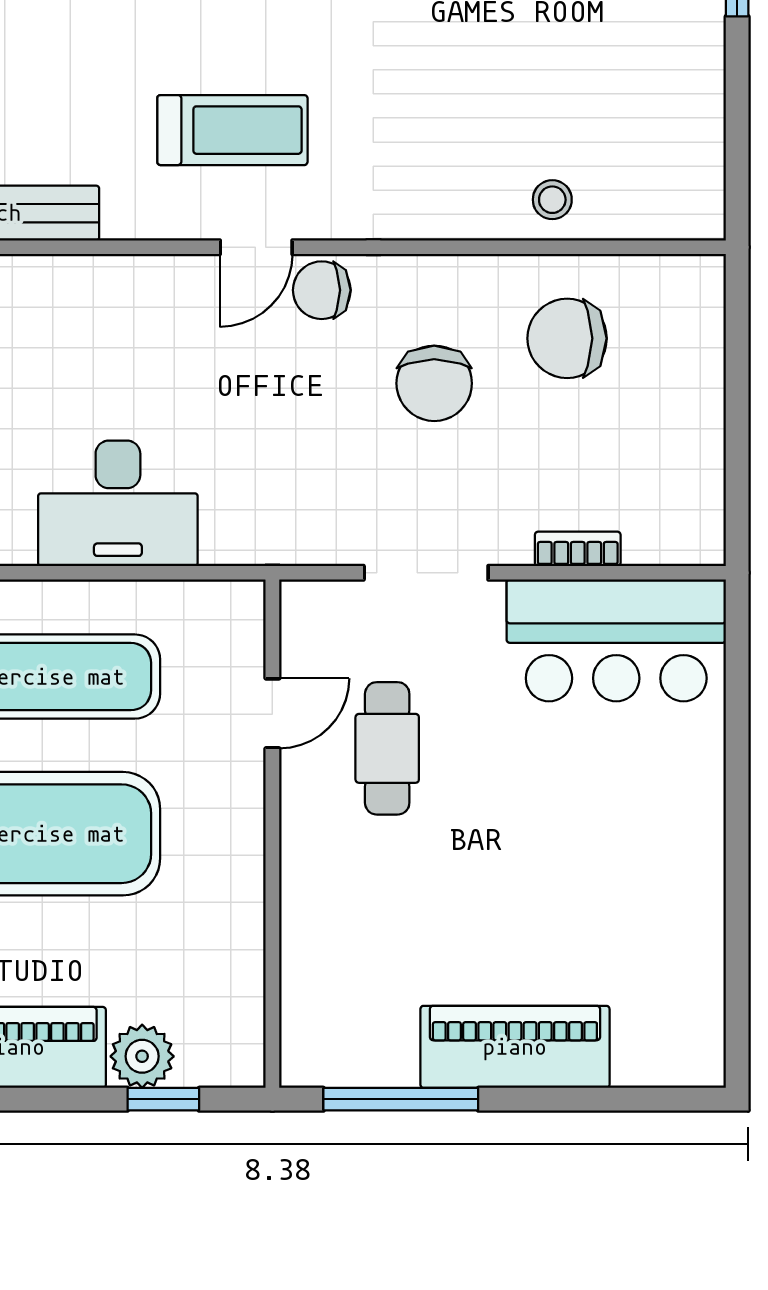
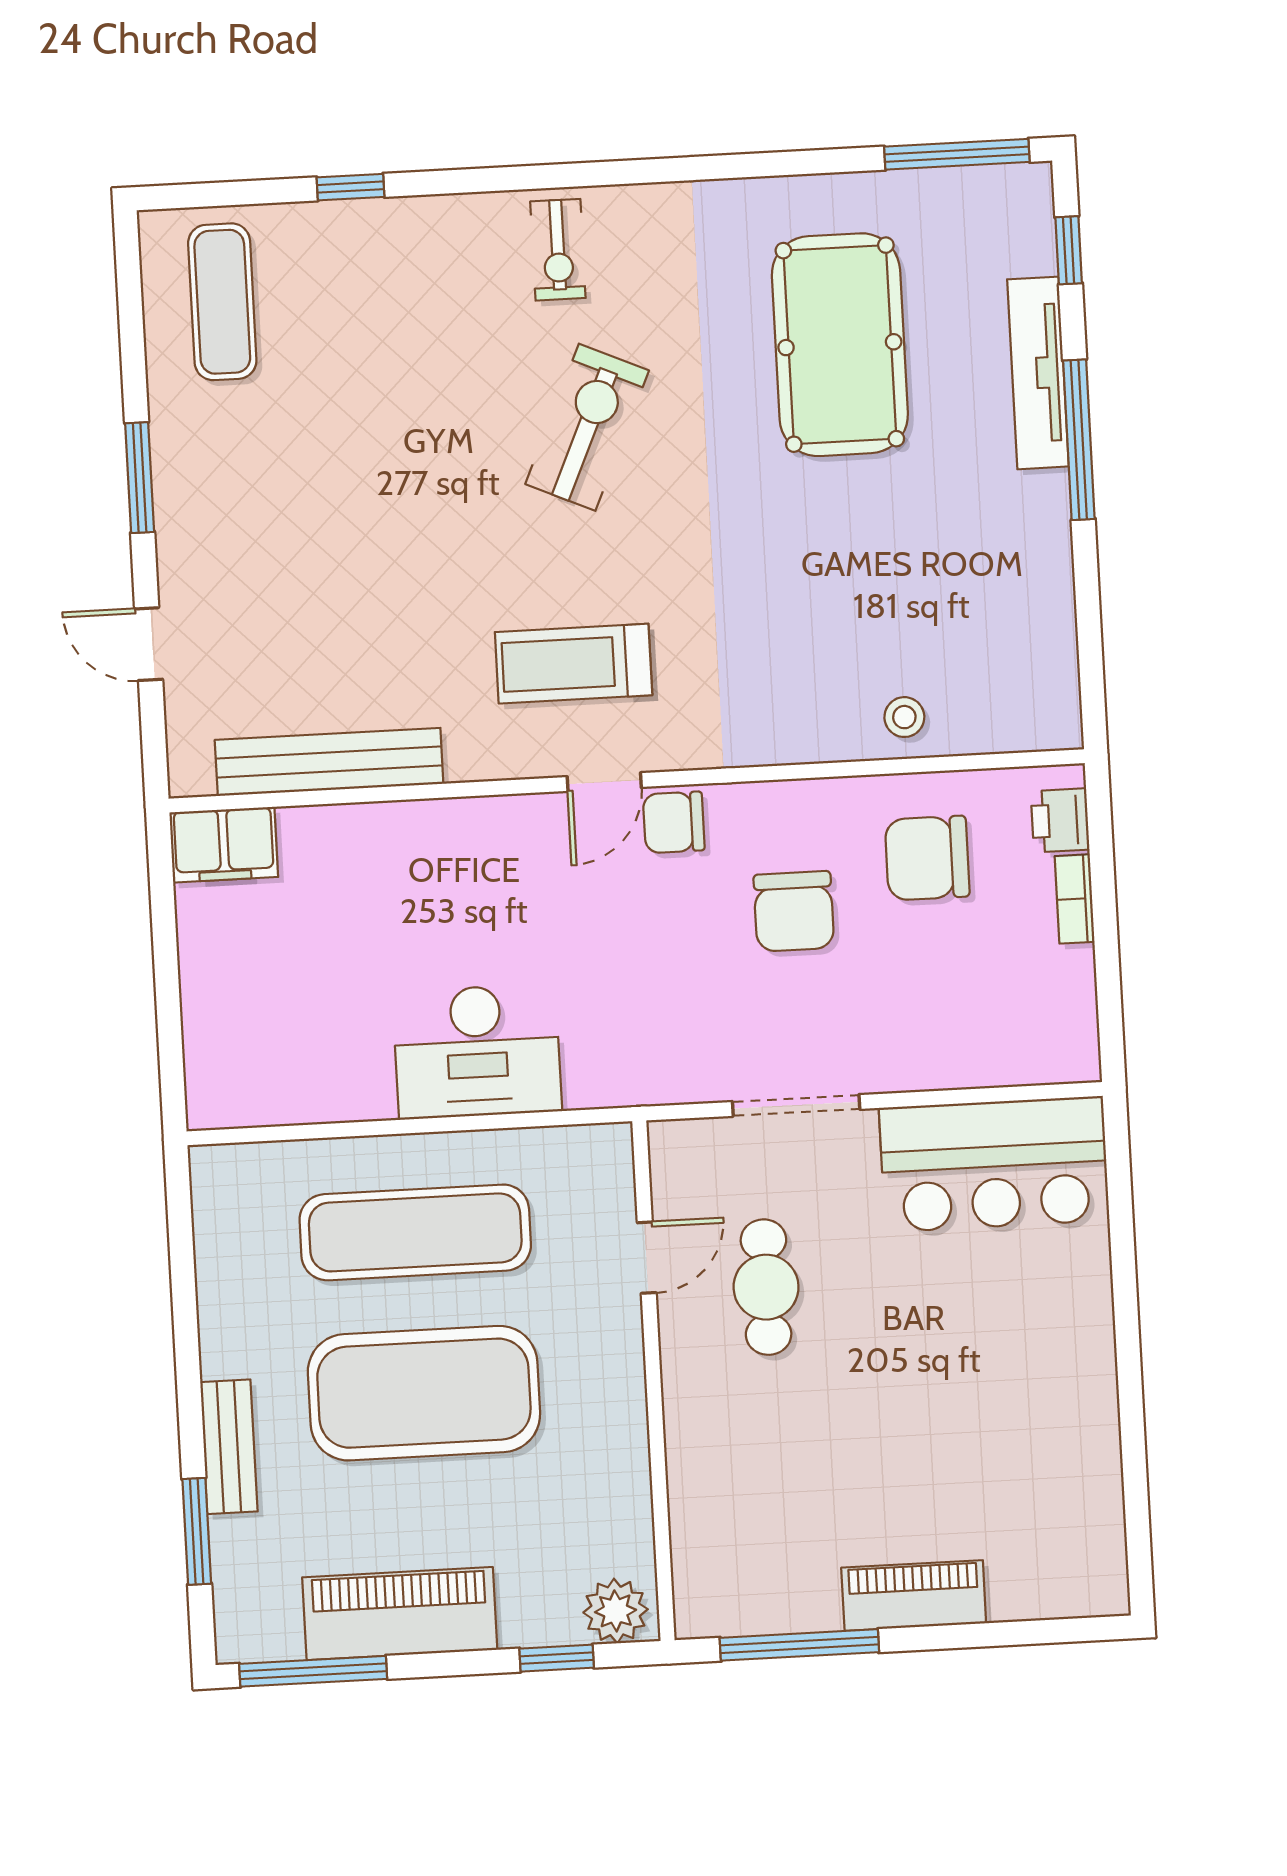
treadmill: (232, 130) -> (574, 664), turned 180
printer: (699, 309) -> (1060, 820), added
bookcase: (578, 549) -> (1075, 899), moved, turned -90
piano: (515, 1047) -> (914, 1596), width x0.73, depth x0.75
plant: (142, 1056) -> (616, 1611), moved

